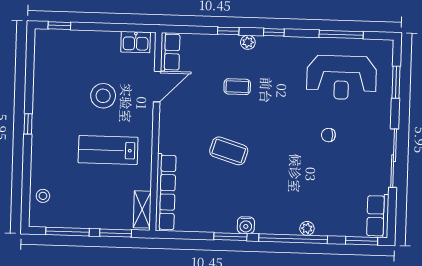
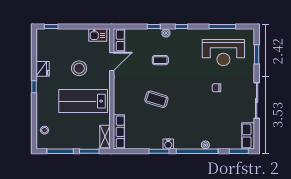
fridge: (43, 95) -> (43, 69), added
lab bench: (108, 150) -> (83, 101), width x1.36, depth x1.39
row of seats: (166, 192) -> (119, 132), width x0.73

